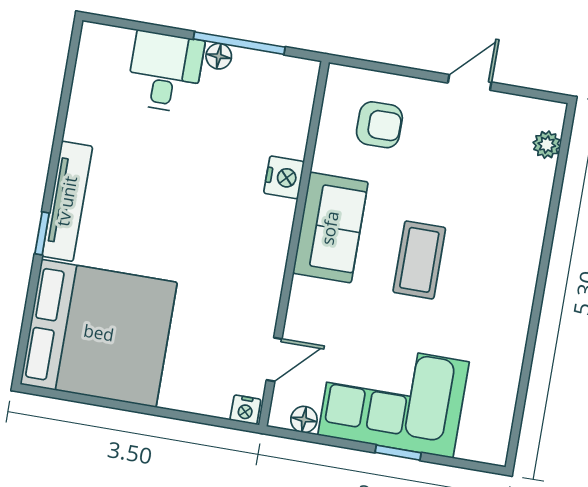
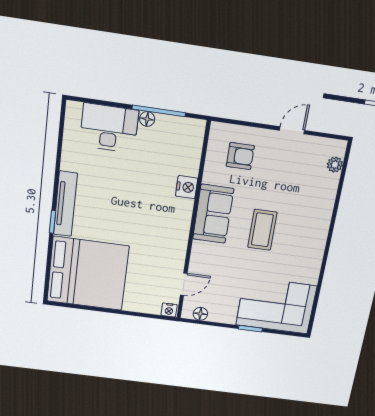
desk: (165, 72) -> (109, 128), width x1.37
corner sofa: (393, 398) -> (276, 305), moved

